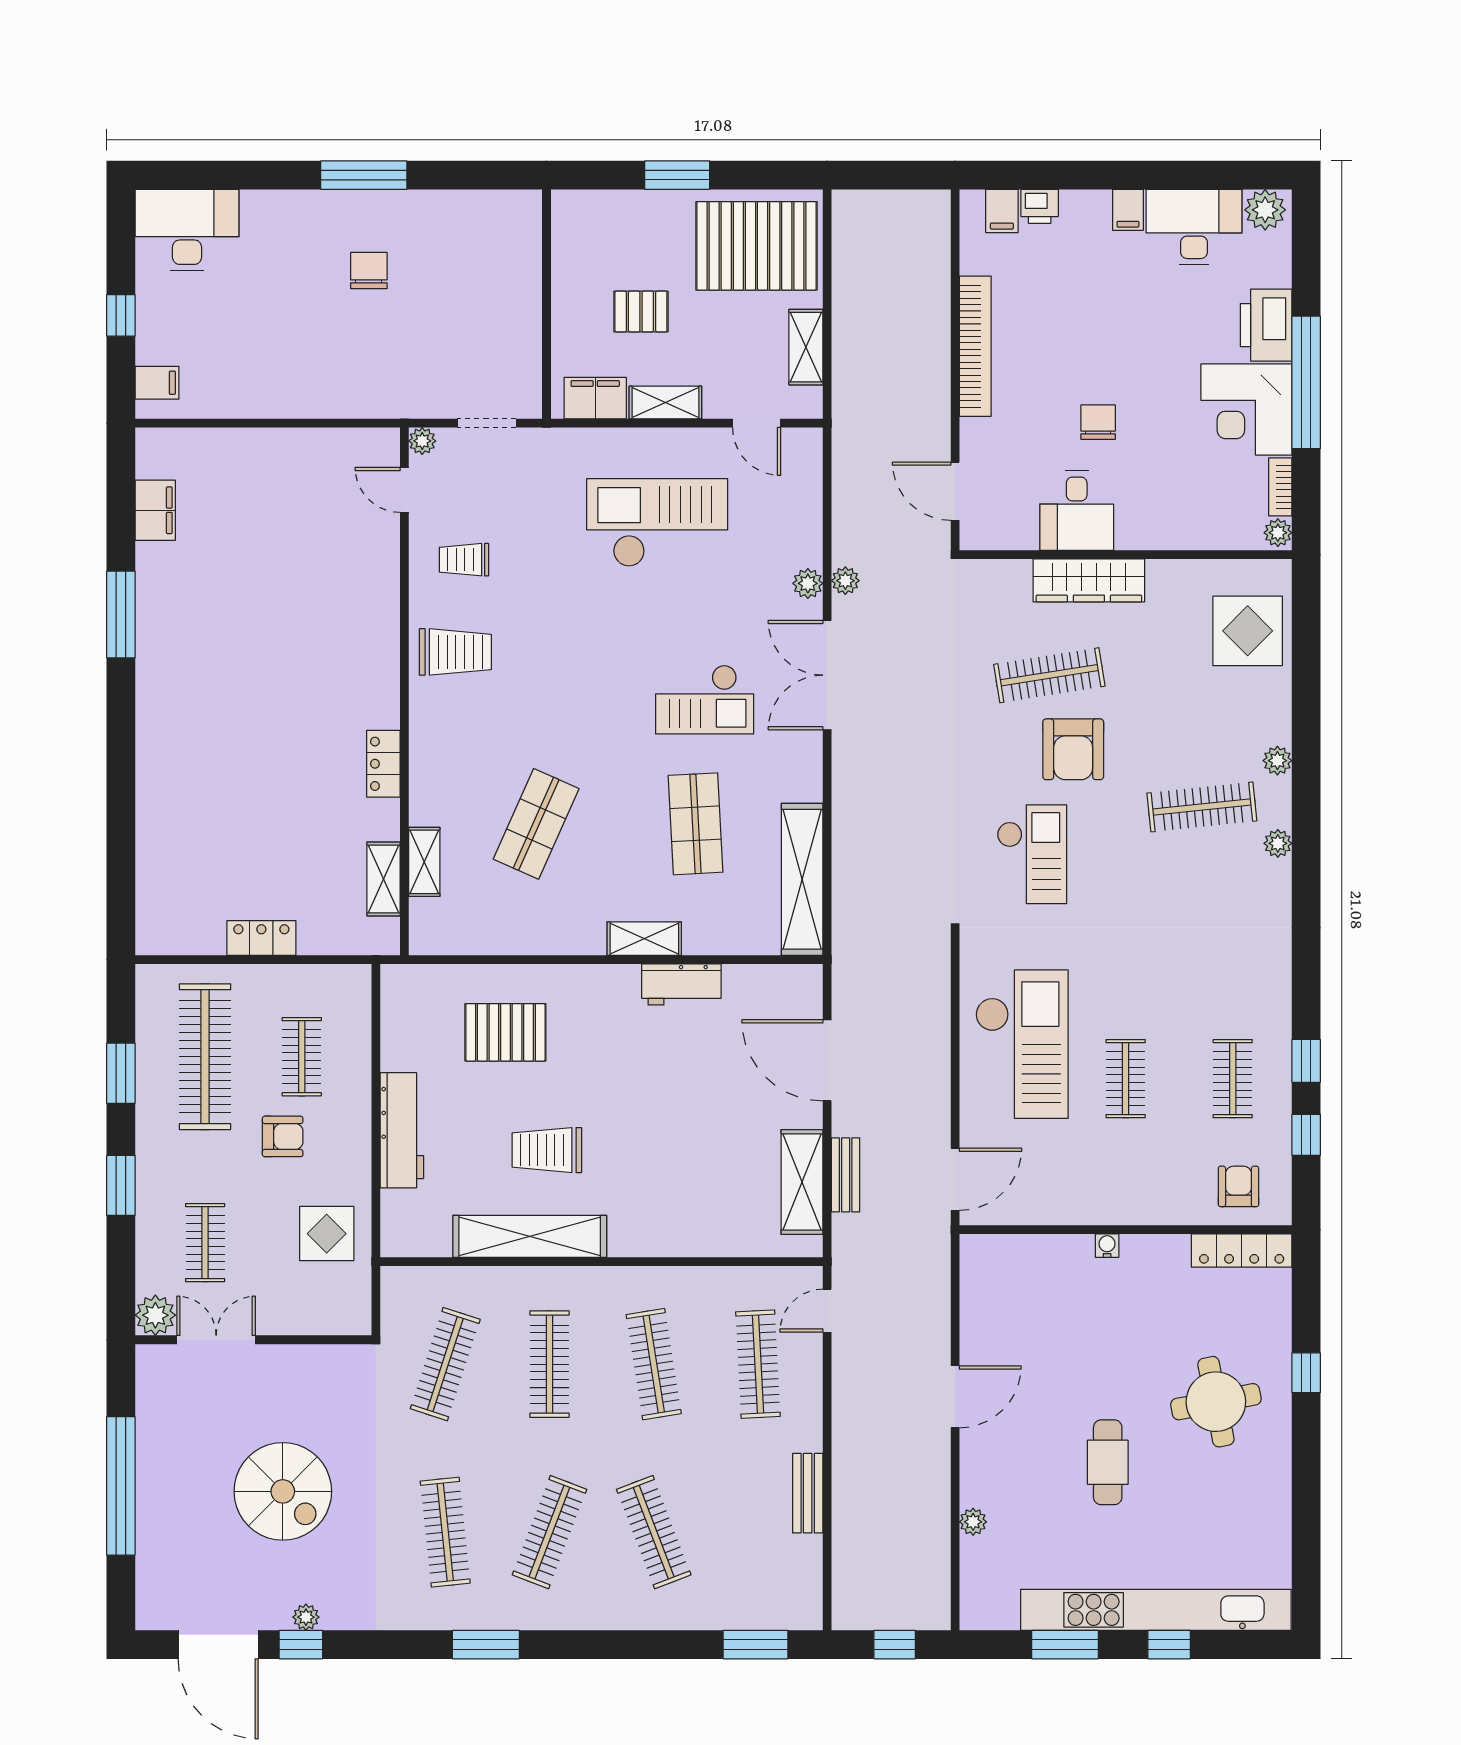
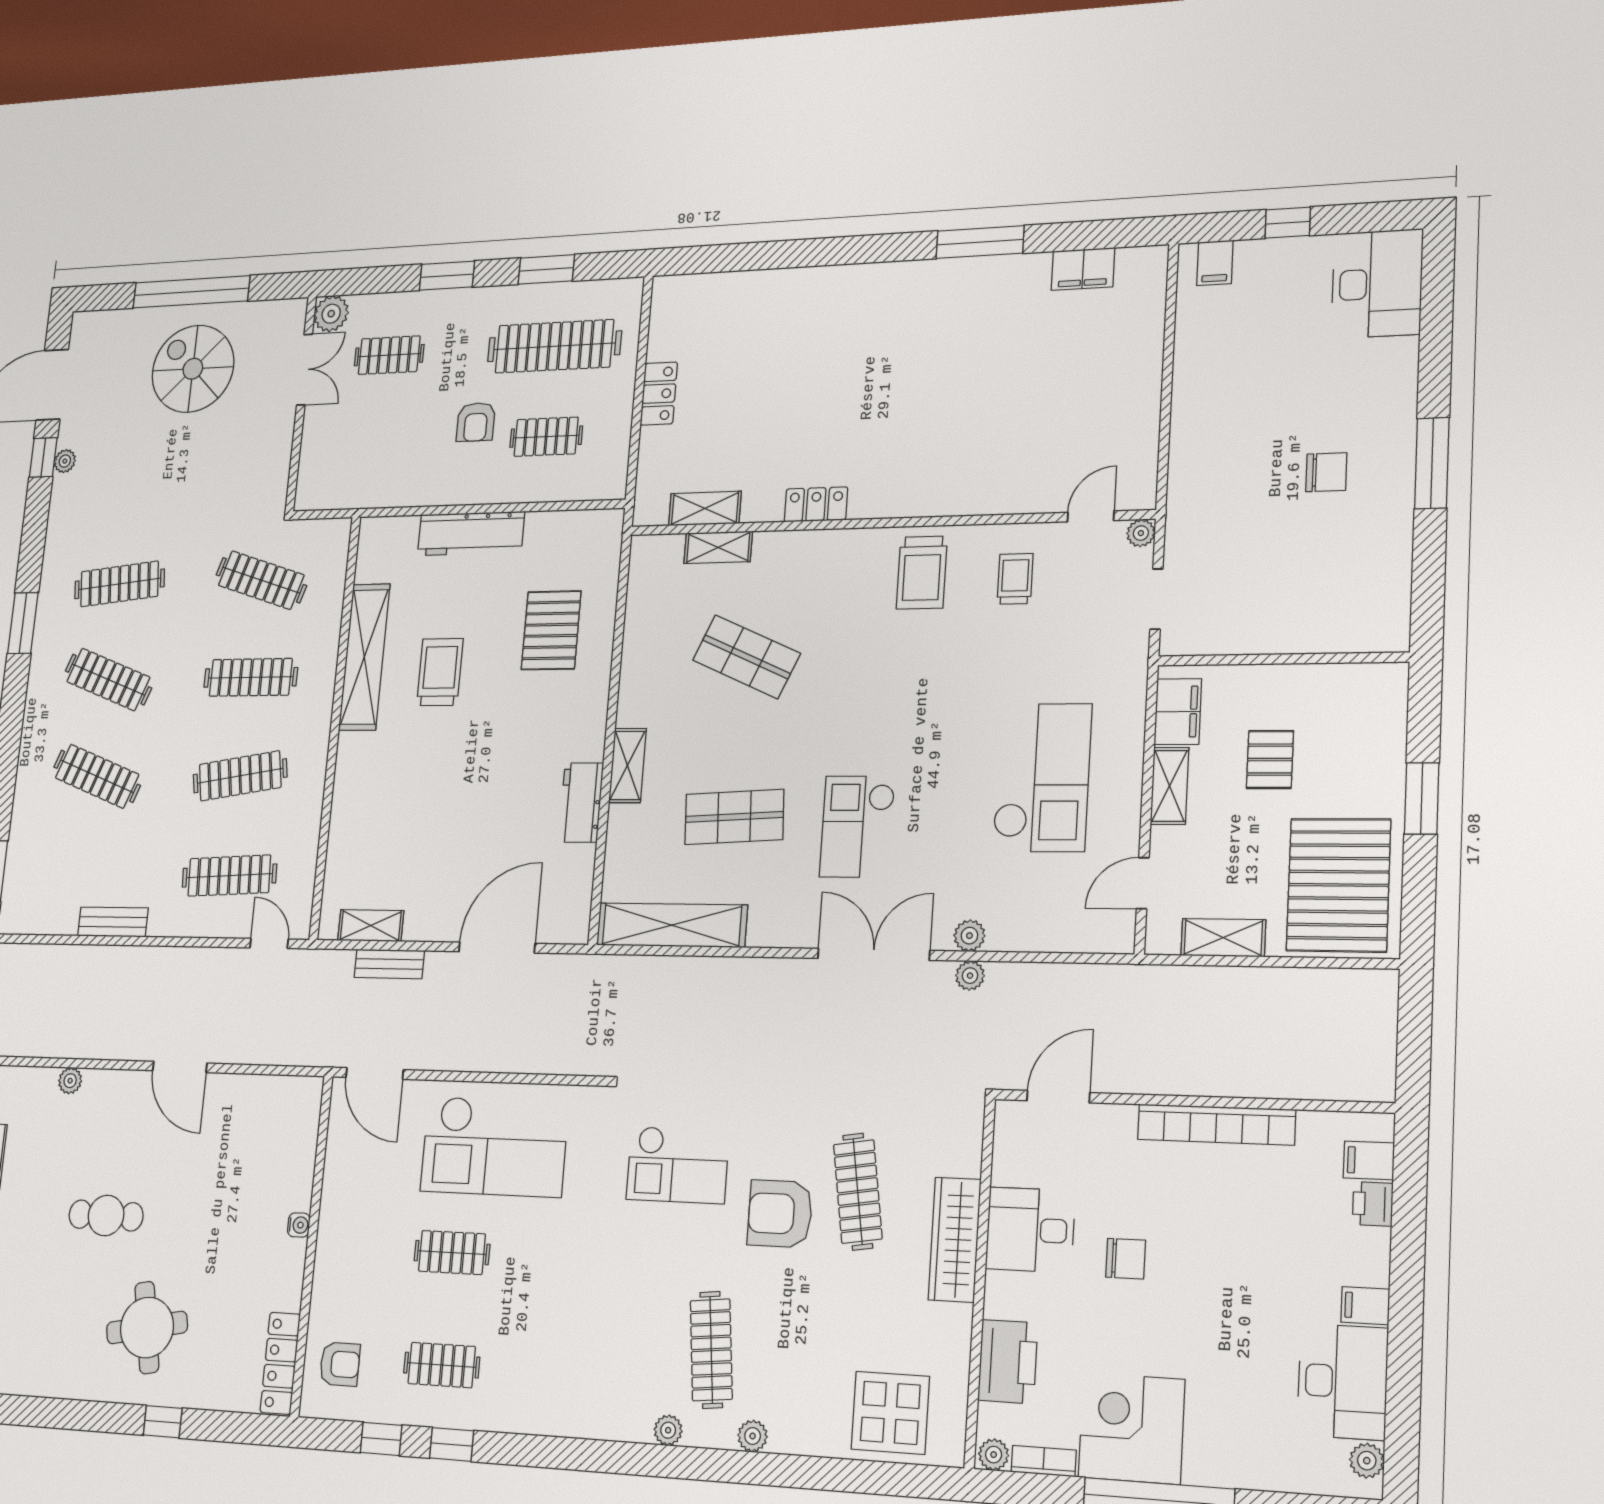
plant: (1265, 210) -> (1367, 1461), width x0.73, depth x0.73
printer: (1266, 325) -> (1008, 1362), moved, turned 90
shelving: (802, 1182) -> (371, 926), width x0.67, depth x0.75
display table: (327, 1234) -> (386, 467), removed
spiral stairs: (283, 1491) -> (193, 369), moved, turned 90
clothes rail: (654, 1532) -> (97, 776), turned 42

